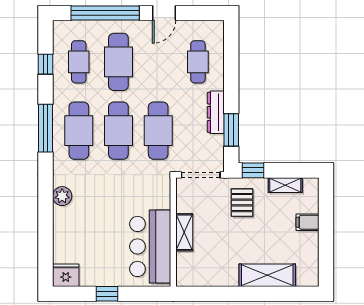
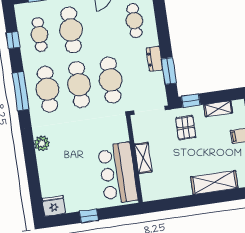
dresser: (216, 112) -> (154, 59), width x0.70

